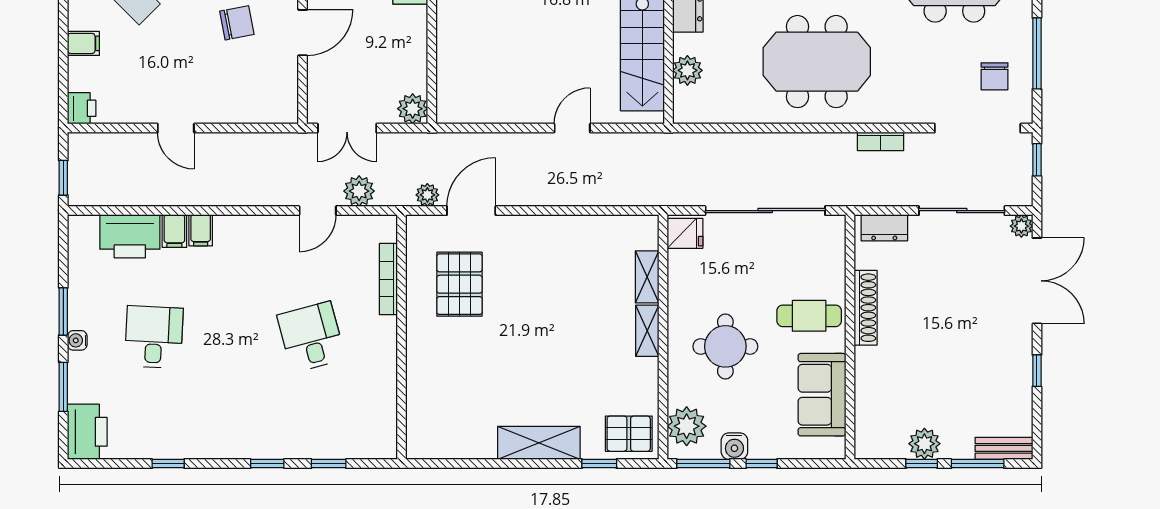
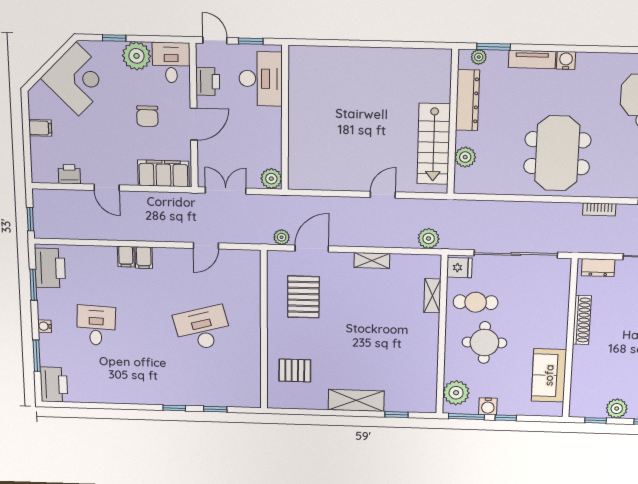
chair: (237, 23) -> (147, 116), turned 101
meeting table: (817, 62) -> (557, 153), turned 90
filing cabinet: (258, 105) -> (163, 173), added
printer: (82, 108) -> (69, 174), moved, turned -90
double door: (347, 128) -> (226, 191), swing flipped
plant: (359, 191) -> (429, 238), moved
filing cabinet: (174, 231) -> (144, 258), moved
printer: (130, 236) -> (50, 268), moved, turned -90
bookcase: (388, 279) -> (255, 292), removed
window: (63, 311) -> (33, 285), moved
cafe table: (809, 316) -> (476, 302), moved
shelving: (647, 331) -> (372, 260), moved, turned 90
desk: (311, 337) -> (203, 328), width x1.37
pallet: (629, 434) -> (295, 370), moved
window: (168, 464) -> (108, 406), removed
window: (922, 464) -> (596, 420), moved

